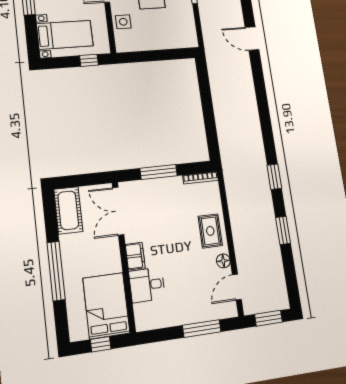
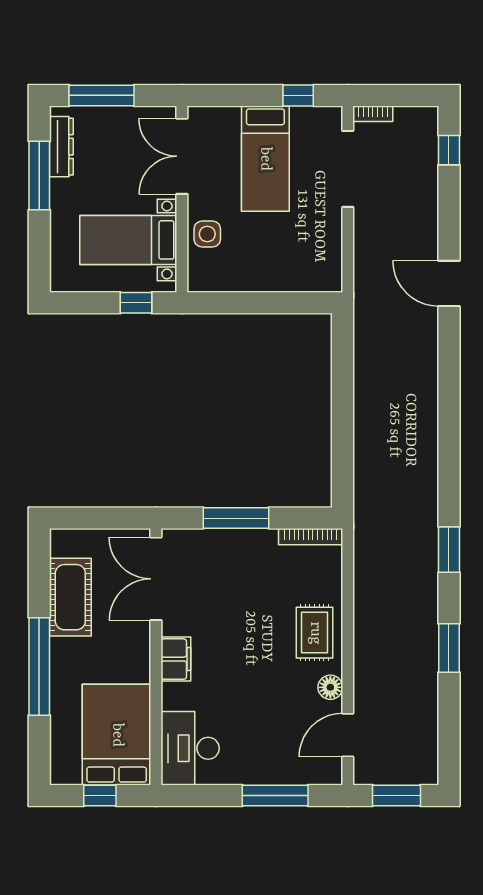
bed with nightstands: (65, 35) -> (128, 240), moved, turned 180
cot: (68, 210) -> (70, 597), moved
desk: (147, 285) -> (190, 748), moved, width x1.37

